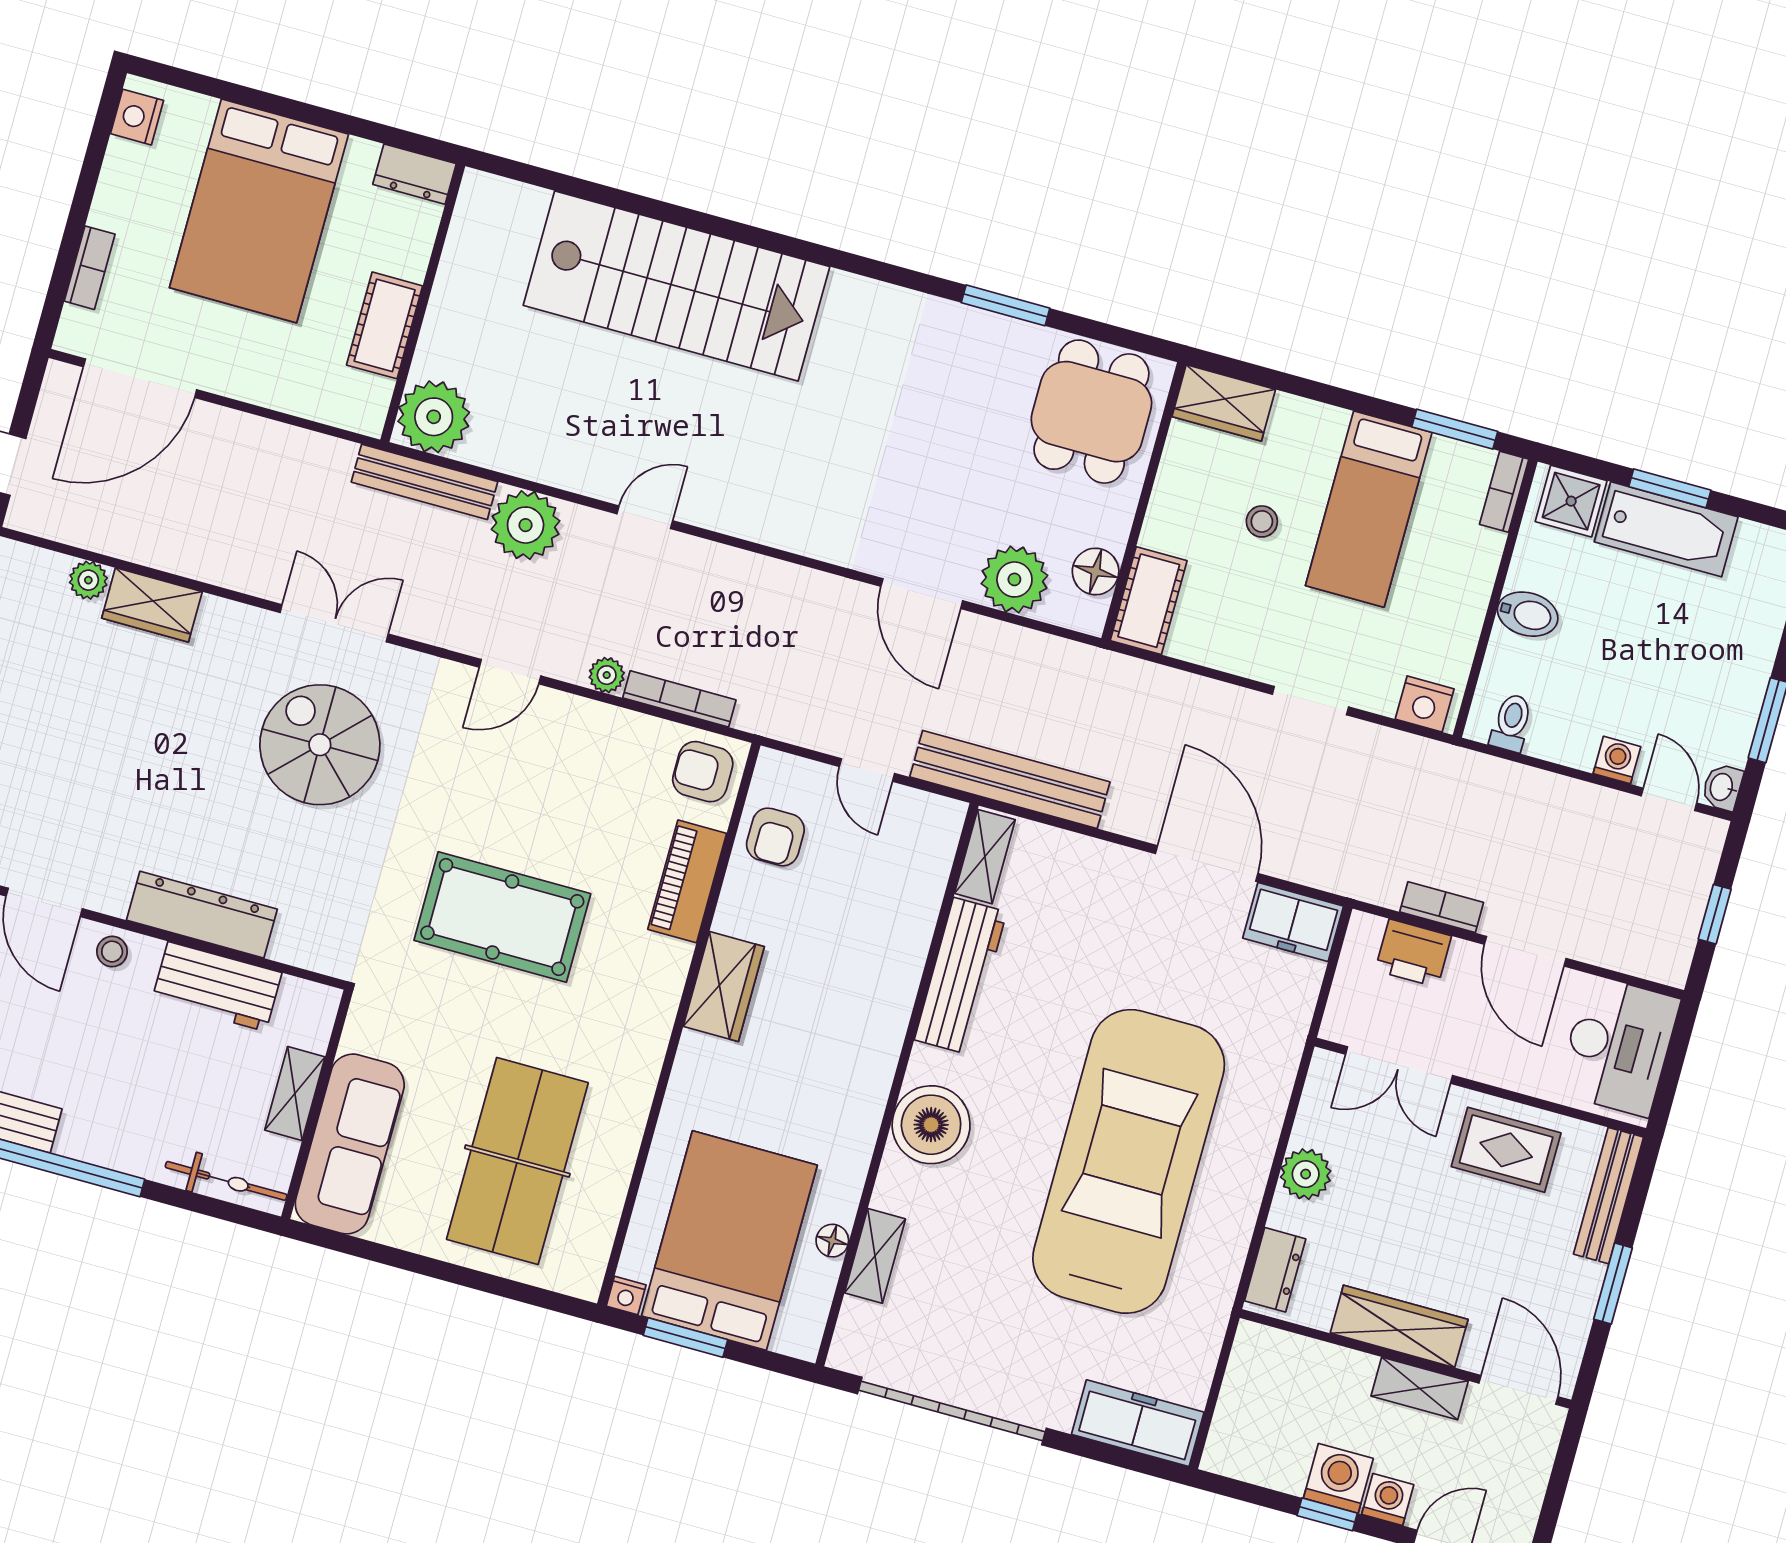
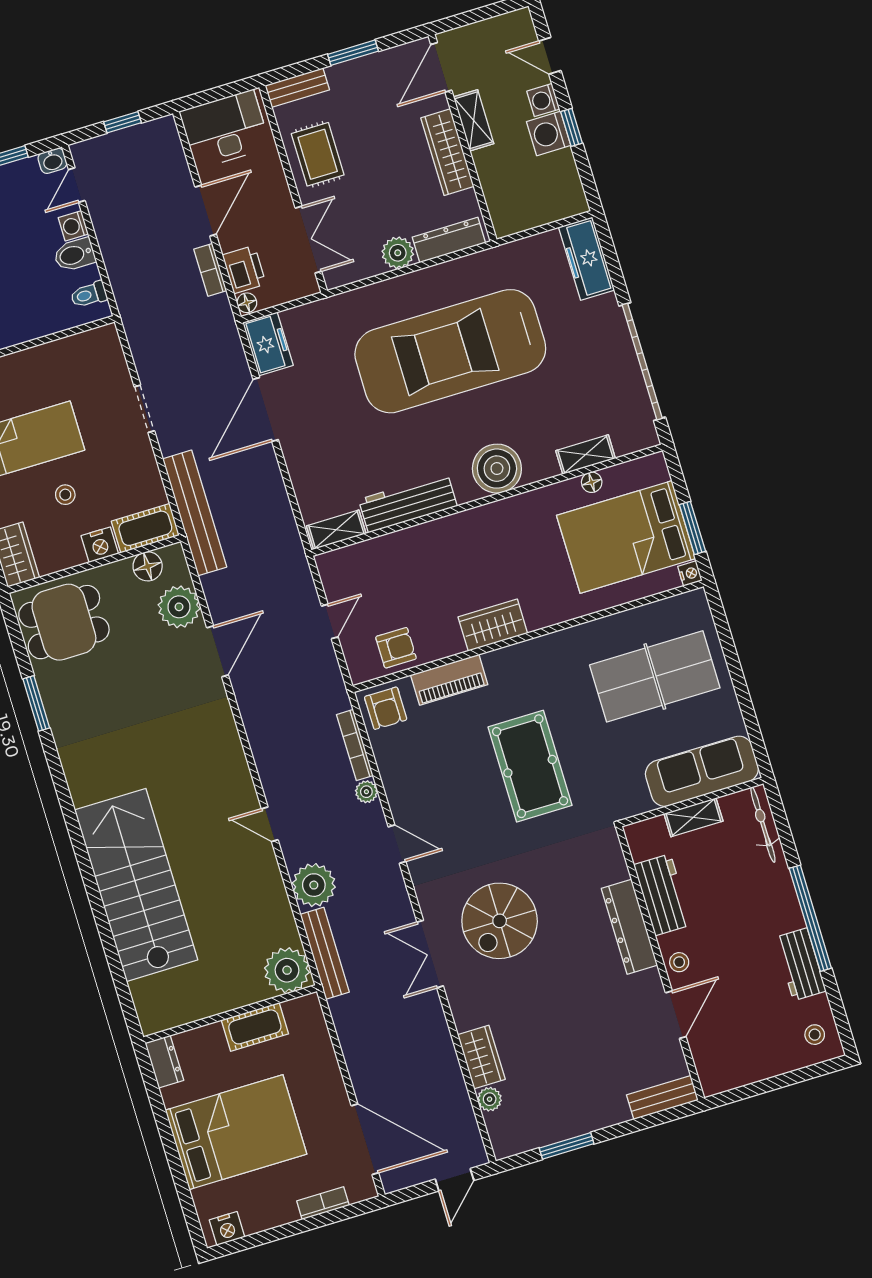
bidet: (1528, 614) -> (75, 255), moved, turned -90
nightstand: (1425, 704) -> (100, 545), moved, turned 90
bench: (1010, 779) -> (195, 513), moved
floor lamp: (1366, 929) -> (247, 303), added
bench: (1609, 1196) -> (297, 88), width x0.73
dresser: (1275, 1270) -> (449, 240), width x1.44

